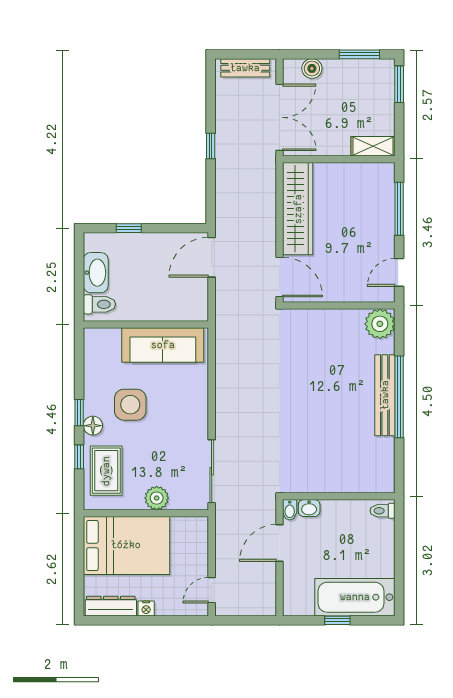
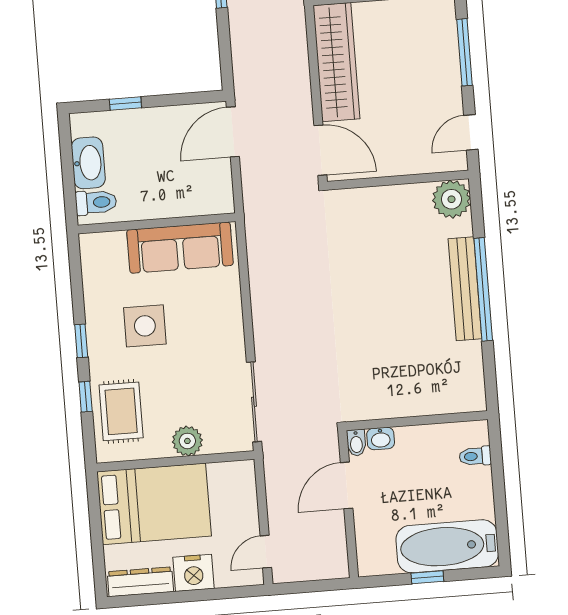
floor lamp: (93, 426) -> (100, 356), removed
toilet: (383, 511) -> (475, 456), moved
nightstand: (146, 608) -> (194, 573), width x1.89, depth x1.79

